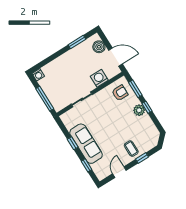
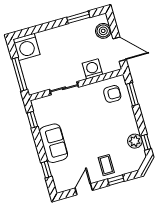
washing machine: (38, 75) -> (27, 47), width x1.89, depth x1.89
window: (147, 107) -> (146, 142), moved
plant: (139, 110) -> (135, 141), moved
window: (73, 143) -> (32, 120), moved
sofa: (86, 144) -> (53, 143), width x0.73

